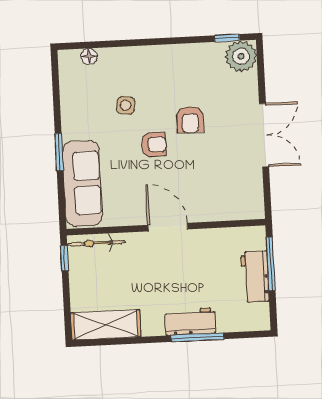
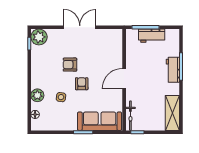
plant: (127, 59) -> (37, 95), added
armchair: (190, 120) -> (70, 65), turned 180

